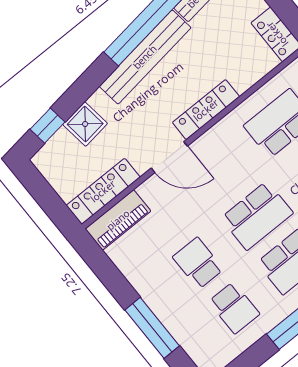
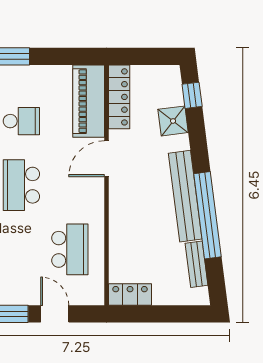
locker: (206, 110) -> (118, 208), removed
piano: (118, 220) -> (89, 101), width x1.37, depth x1.33

